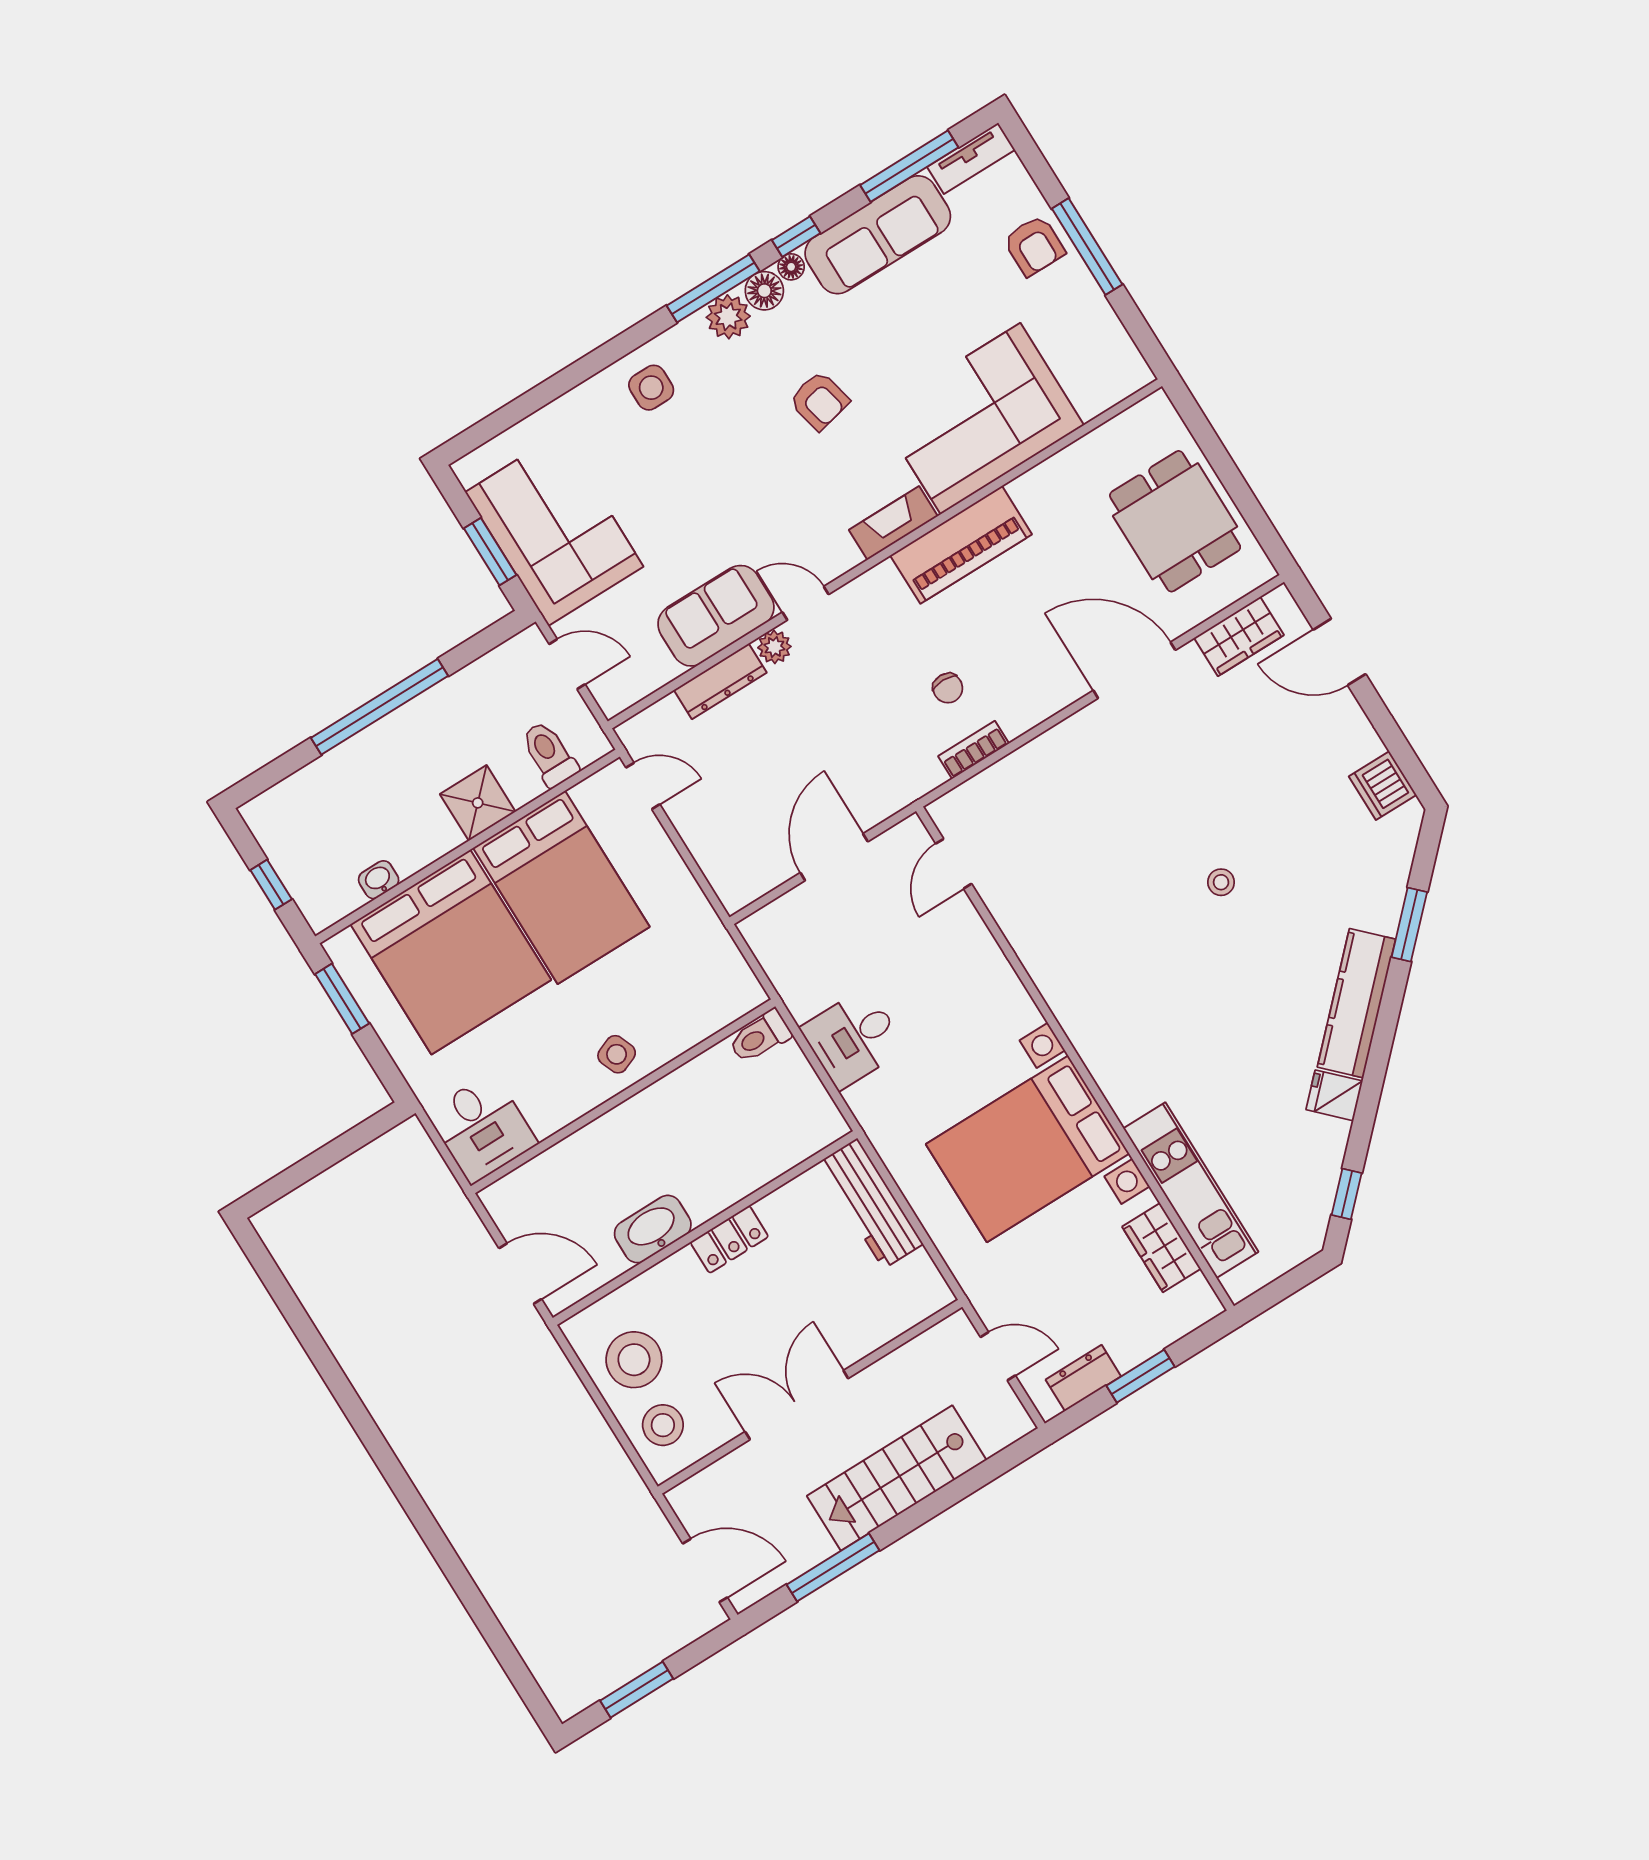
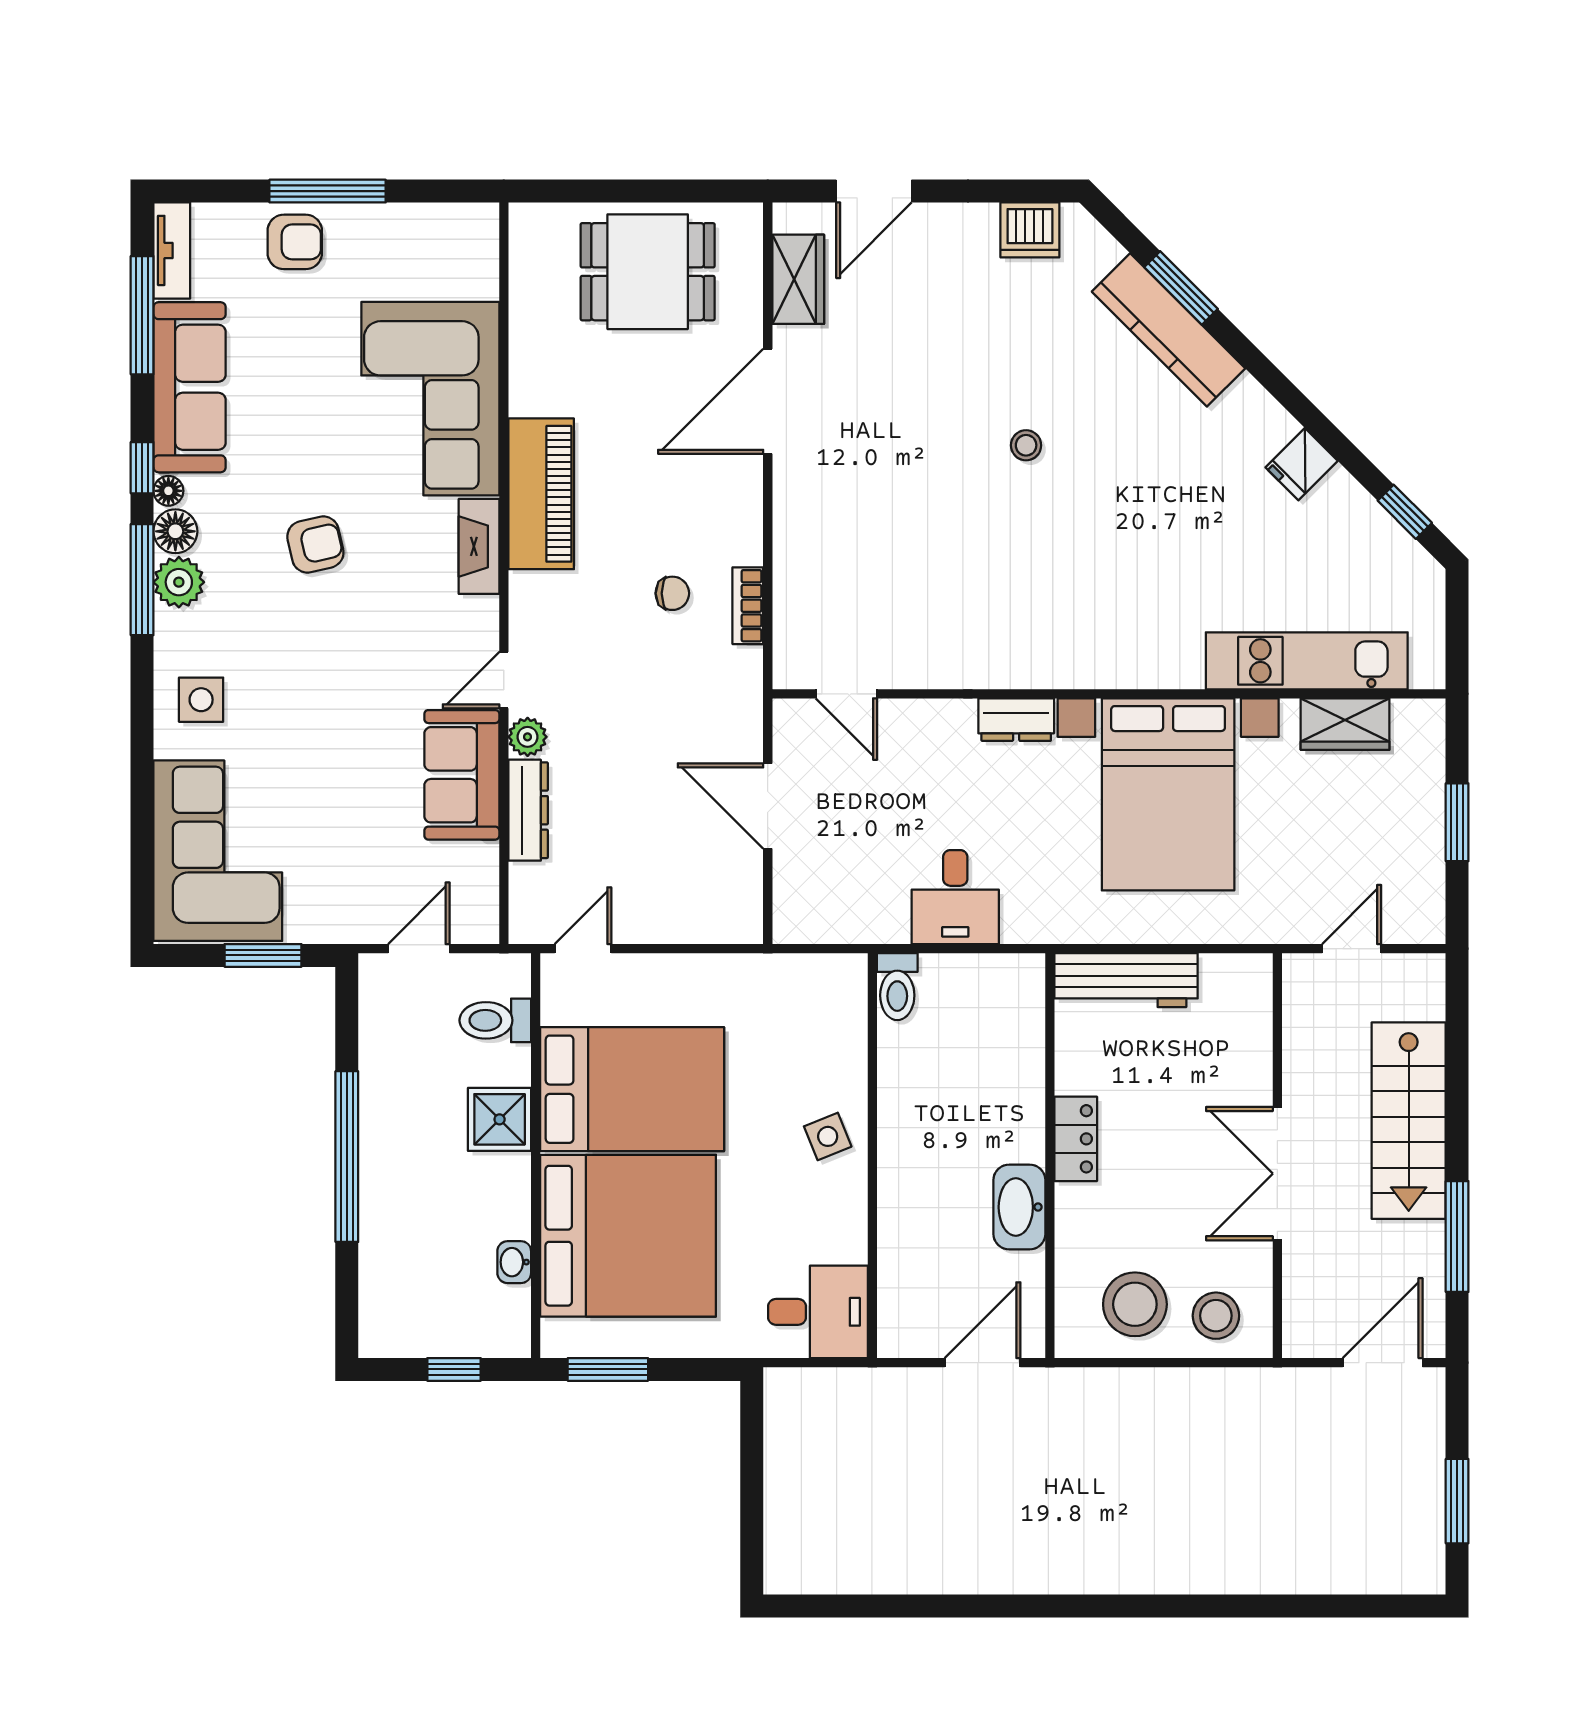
corner sofa: (554, 529) -> (218, 851), moved, turned 90
kitchen counter: (1356, 1003) -> (1168, 330), moved
dresser: (1083, 1378) -> (1016, 720), moved, turned -90

